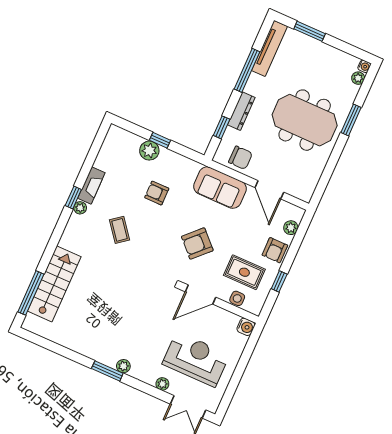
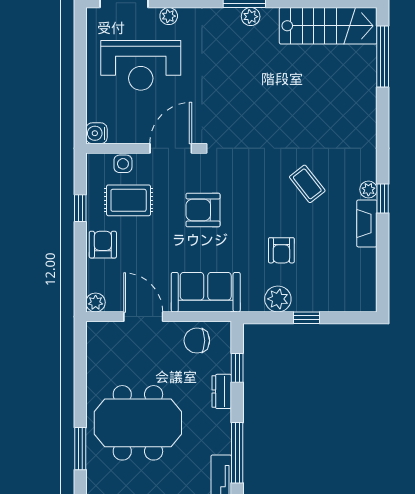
dresser: (241, 111) -> (222, 391), width x0.70
plant: (149, 151) -> (278, 299), moved
armchair: (157, 193) -> (281, 250), turned 90
plant: (291, 228) -> (96, 302), moved
armchair: (197, 243) -> (203, 210), turned -135
stairs: (54, 284) -> (328, 26), moved, turned -90
plant: (123, 366) -> (251, 17), moved

